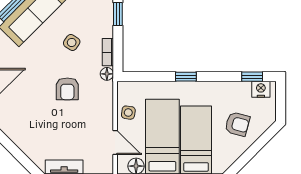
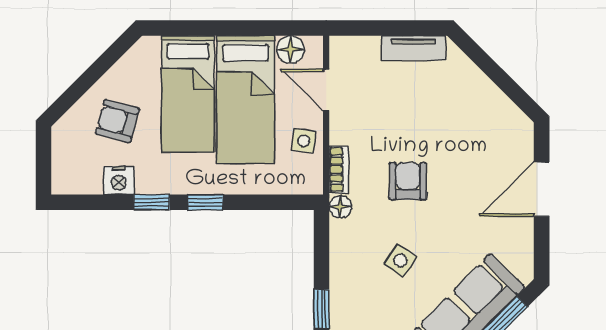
bookcase: (108, 52) -> (339, 170), moved
window: (252, 77) -> (152, 202), moved
nightstand: (261, 89) -> (119, 180), moved

